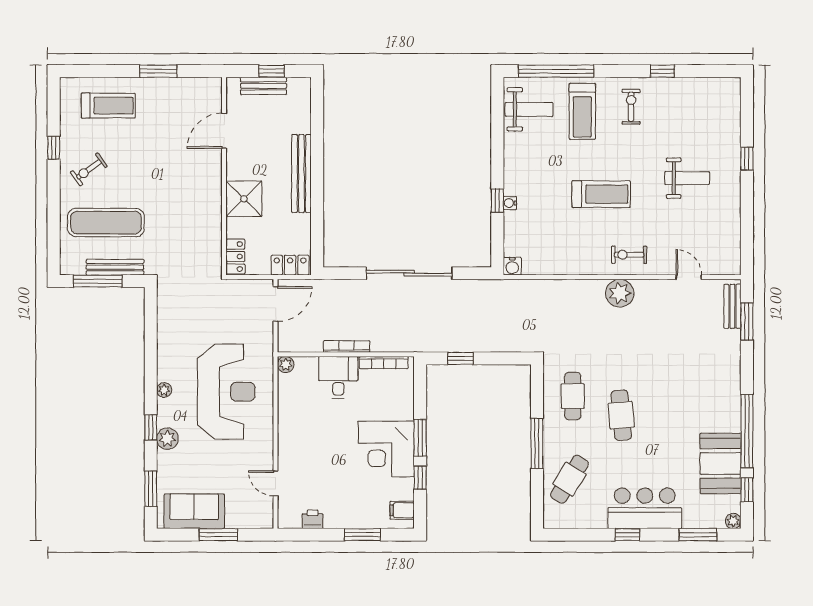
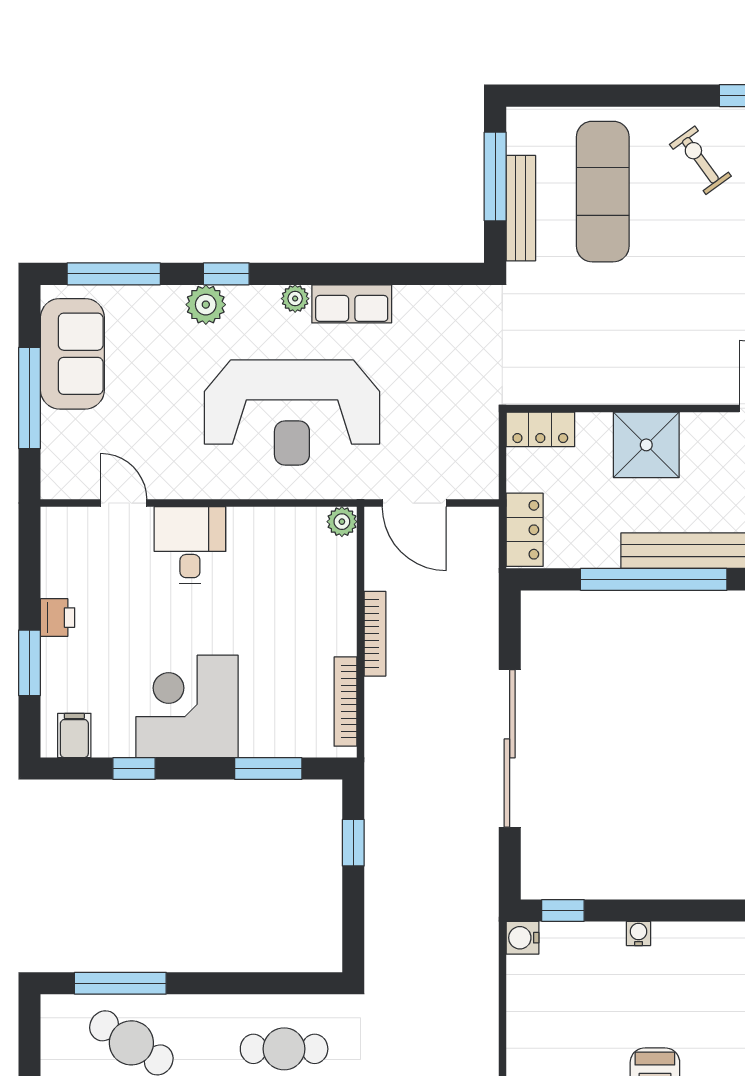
window: (317, 195) -> (654, 579), added
window: (497, 200) -> (563, 910), moved
door: (276, 304) -> (414, 503), moved
row of seats: (167, 359) -> (352, 304), added
desk: (338, 377) -> (190, 545), moved, turned -90
window: (420, 438) -> (268, 769), moved
window: (537, 443) -> (120, 983), moved
door: (276, 483) -> (124, 503), hinge flipped
window: (151, 489) -> (114, 274), width x1.44
printer: (313, 519) -> (58, 618), moved
window: (218, 535) -> (30, 398), width x1.44

